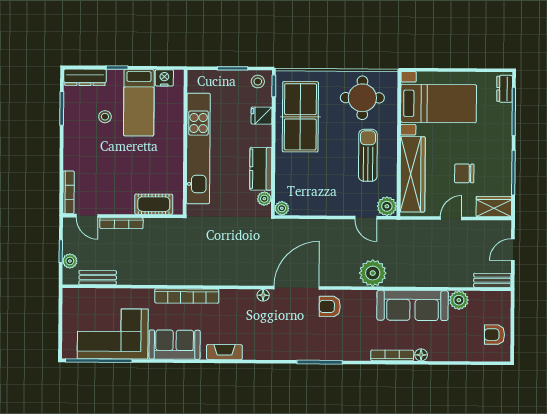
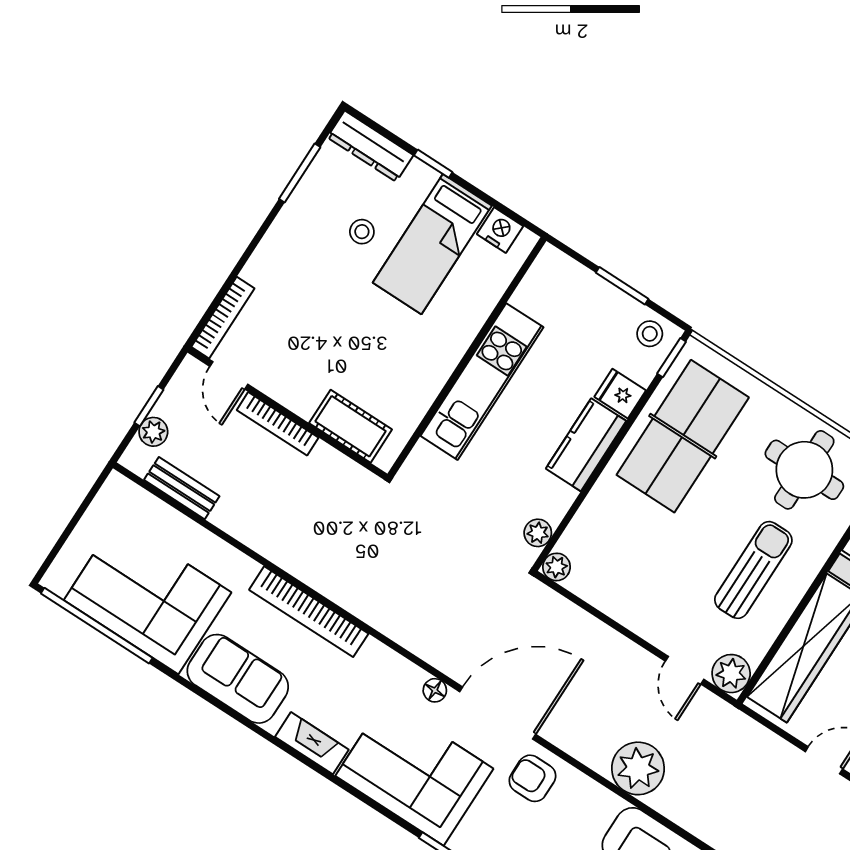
kitchen unit: (198, 149) -> (482, 382), width x0.73
kitchen counter: (261, 169) -> (586, 445), moved
corner sofa: (277, 336) -> (414, 772), added

